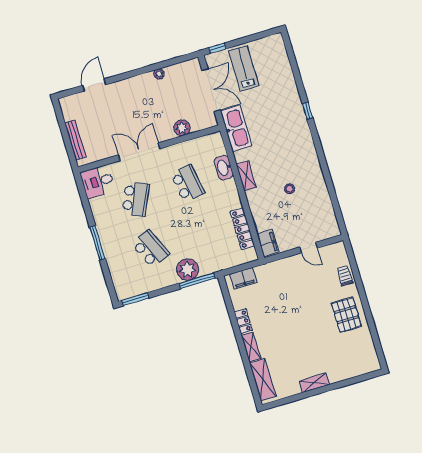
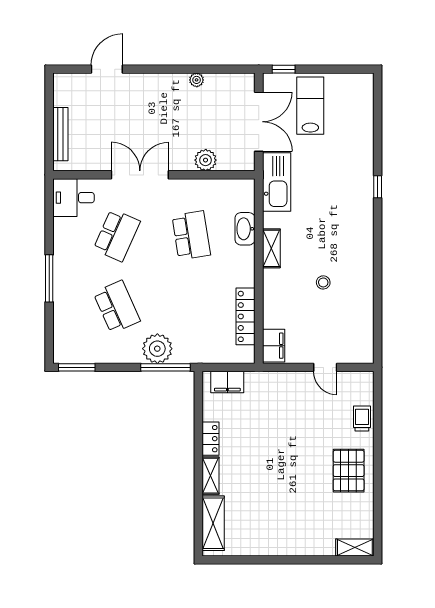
shelving: (314, 383) -> (355, 548), moved

